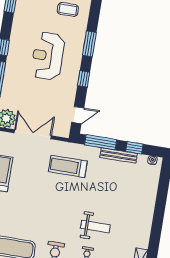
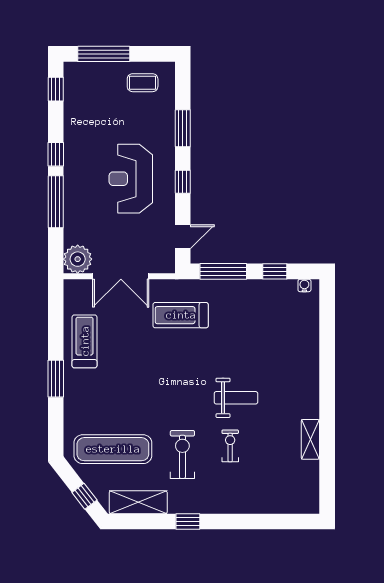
reception desk: (48, 56) -> (131, 179), moved
double door: (33, 134) -> (121, 276), swing flipped
bench: (119, 156) -> (253, 287), removed

